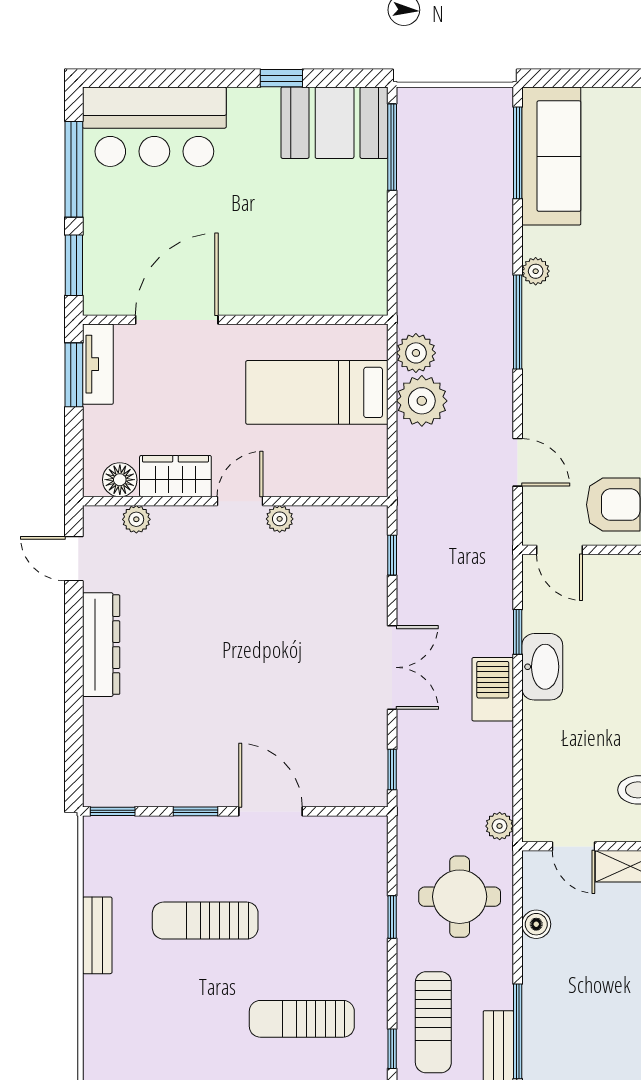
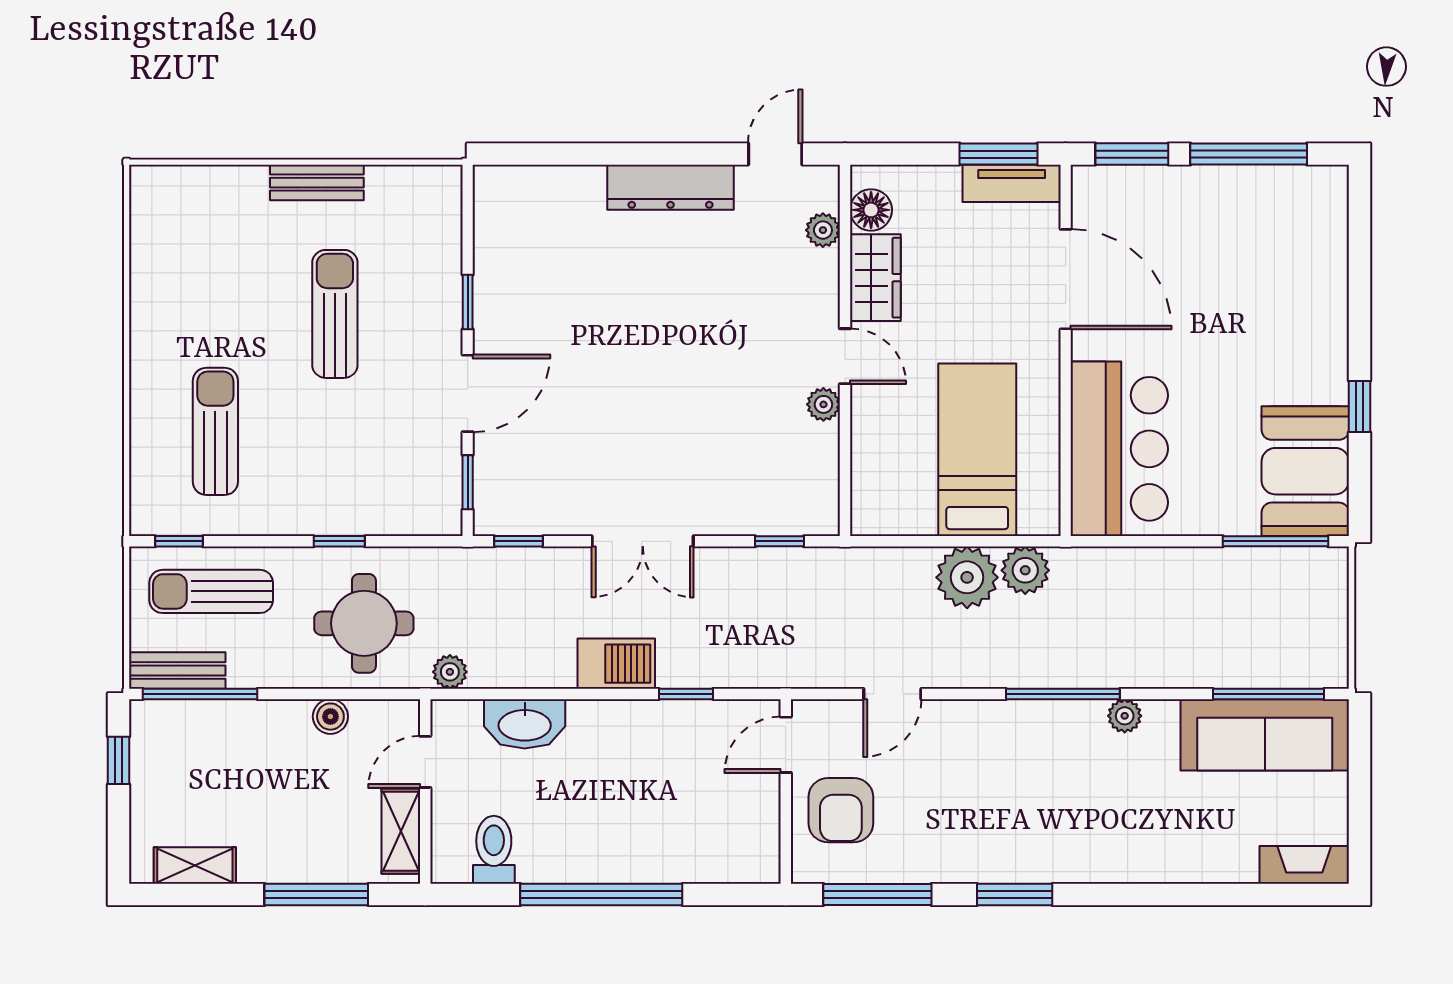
bar counter: (154, 127) -> (1119, 449), moved, turned 180
washbasin: (542, 667) -> (525, 724), moved
window: (113, 811) -> (468, 482), moved

